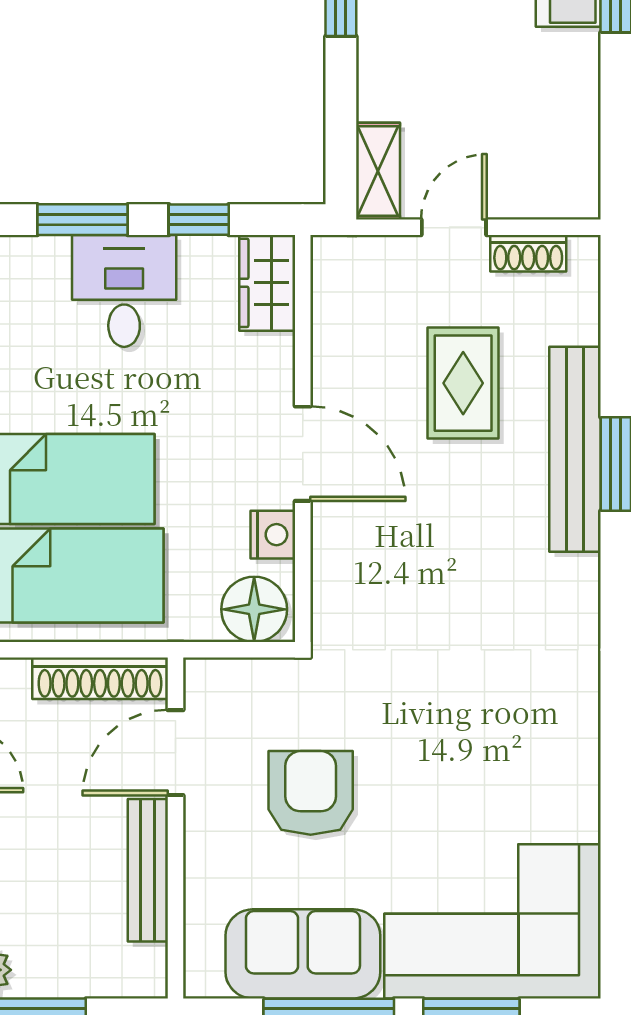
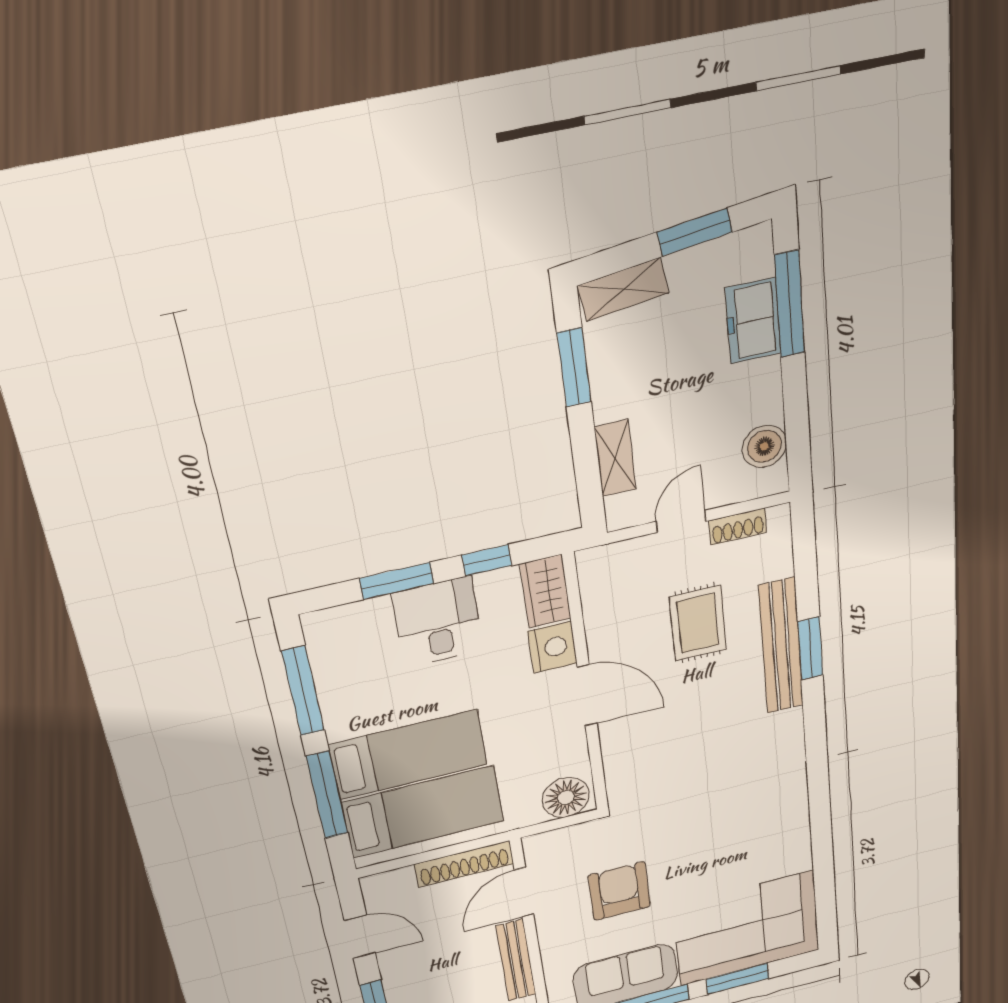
boiler: (571, 148) -> (765, 446), added
shelving: (378, 171) -> (615, 458), moved
nightstand: (273, 535) -> (552, 647), moved, width x1.36, depth x1.33

